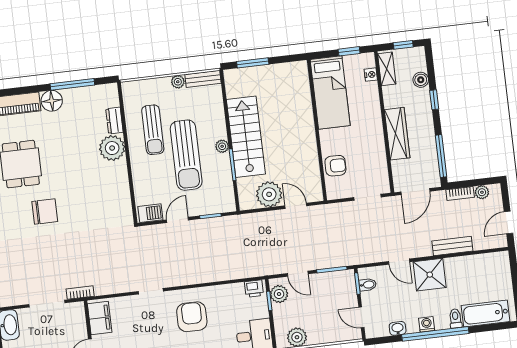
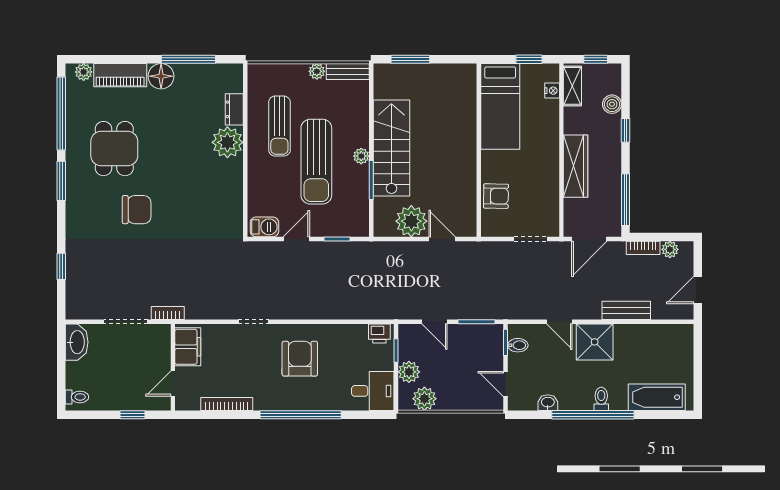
plant: (279, 294) -> (409, 372), moved
toilet: (455, 318) -> (601, 399), moved
washing machine: (427, 324) -> (584, 402), removed

